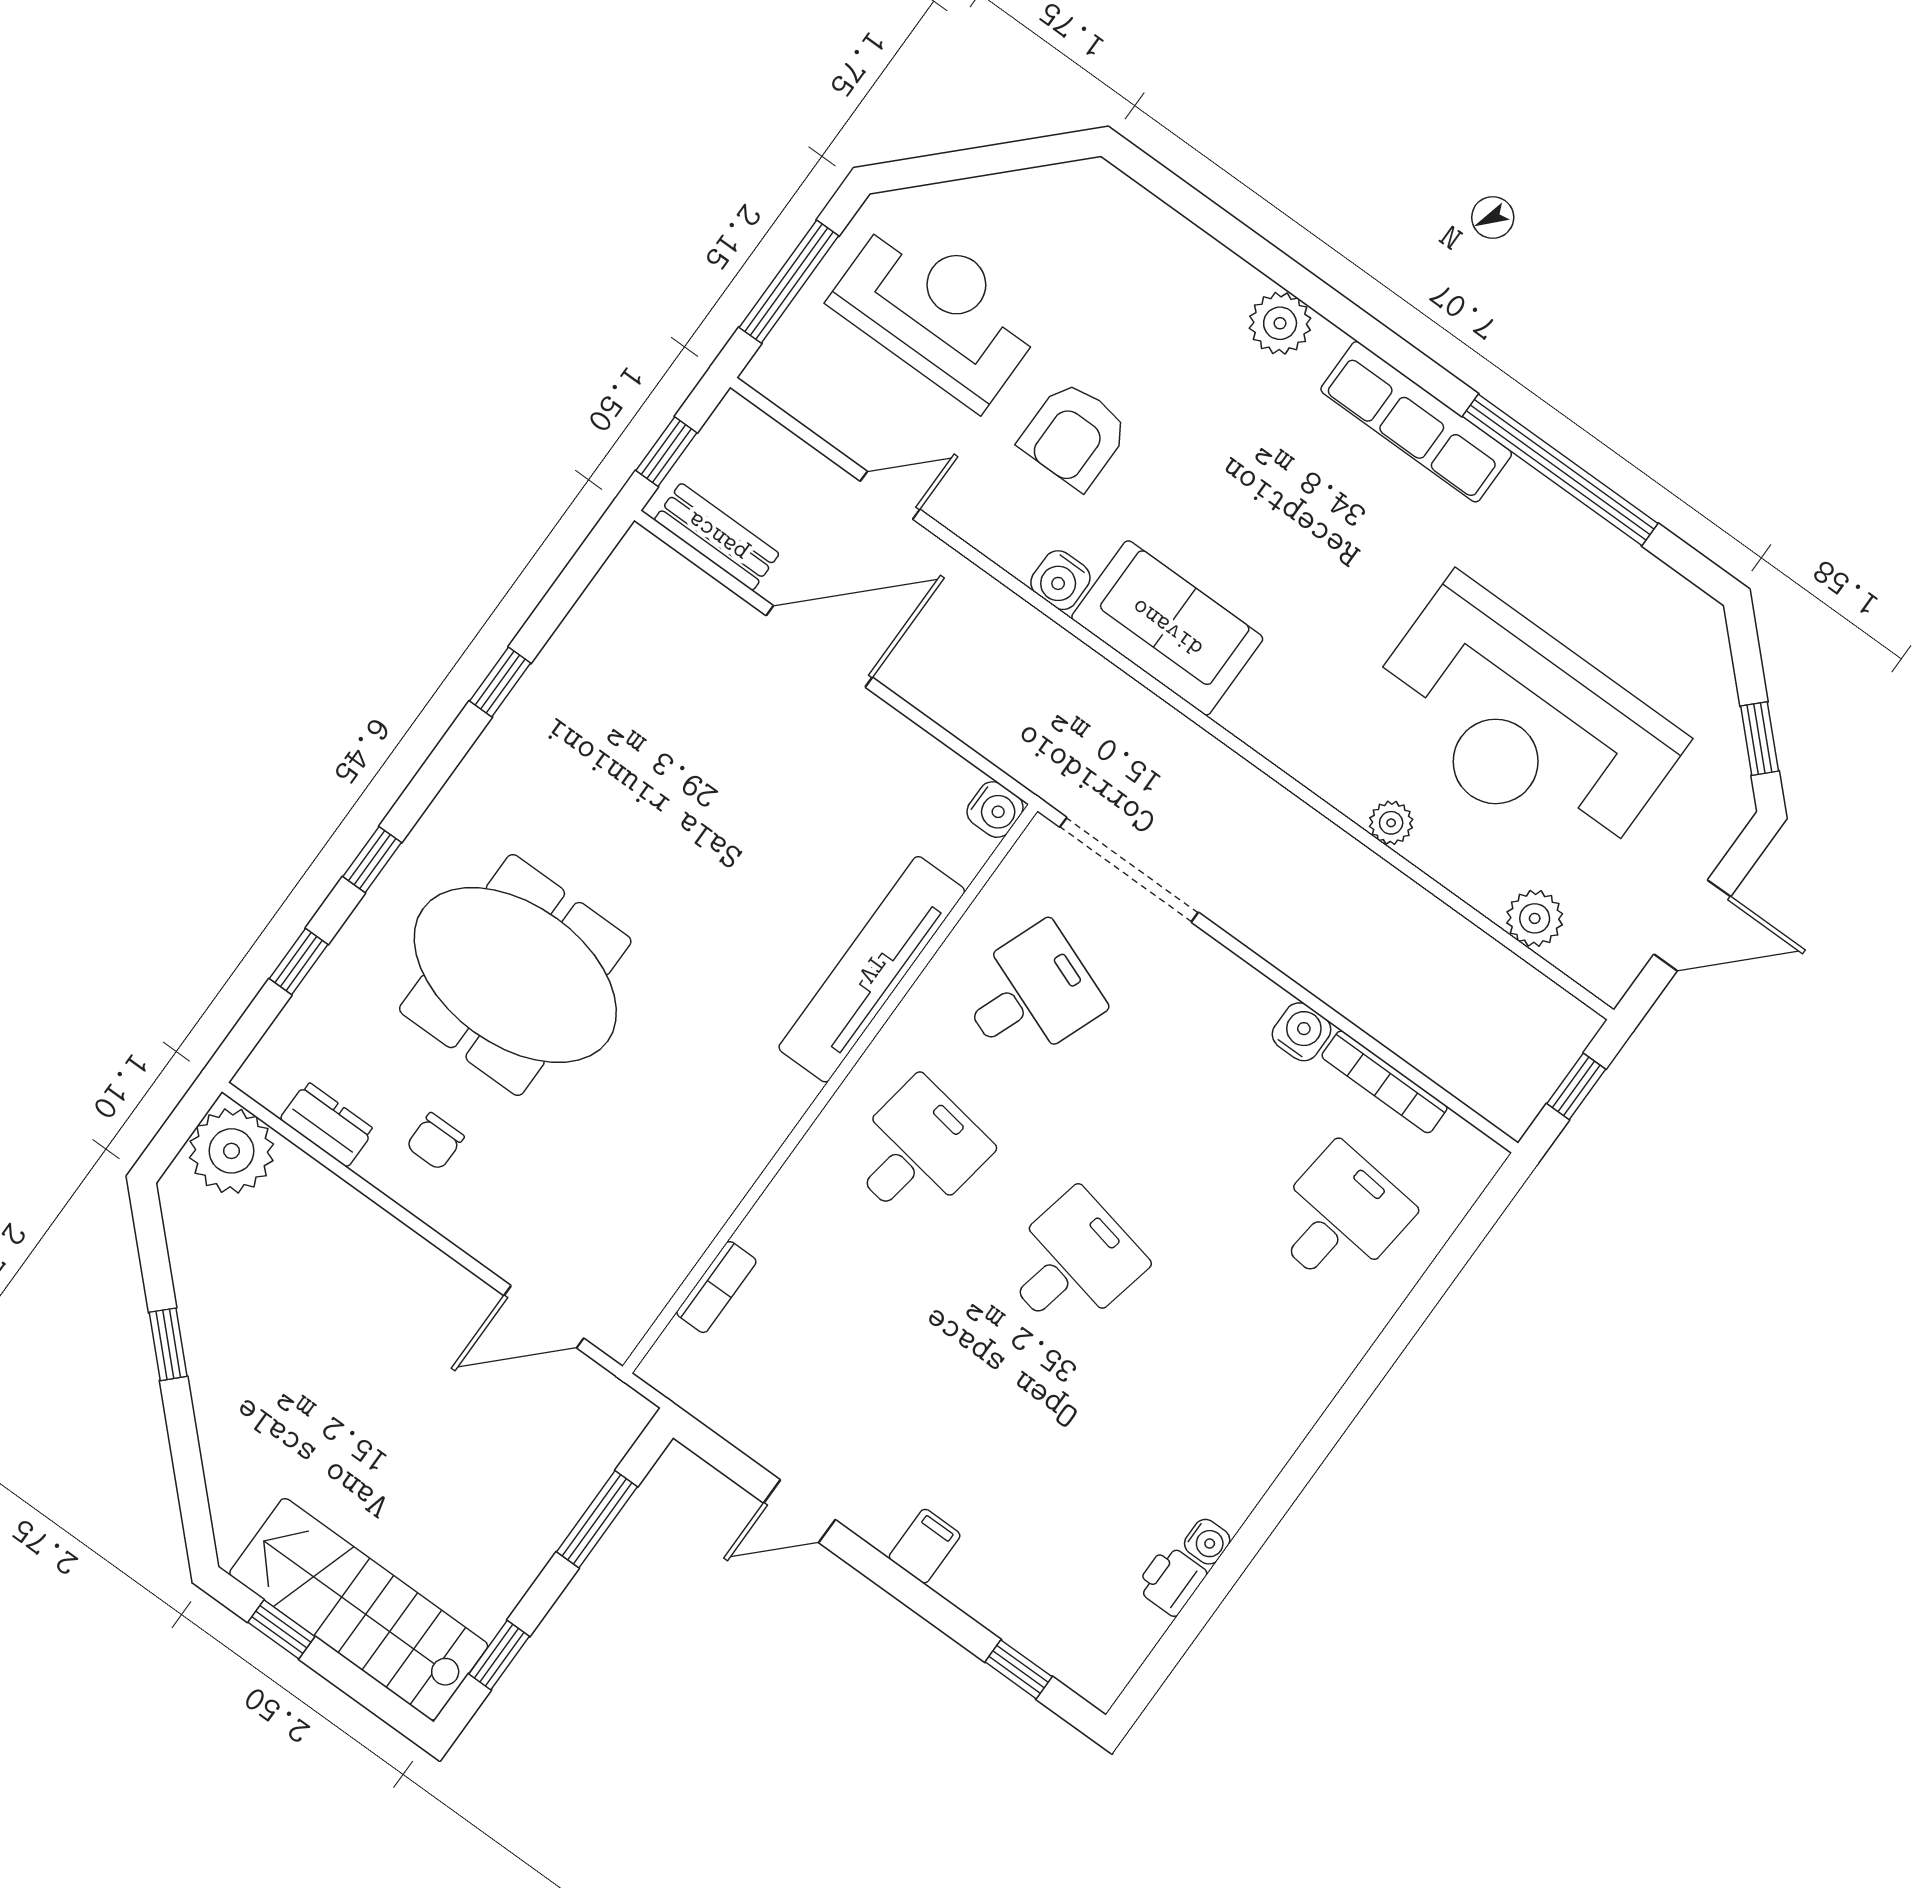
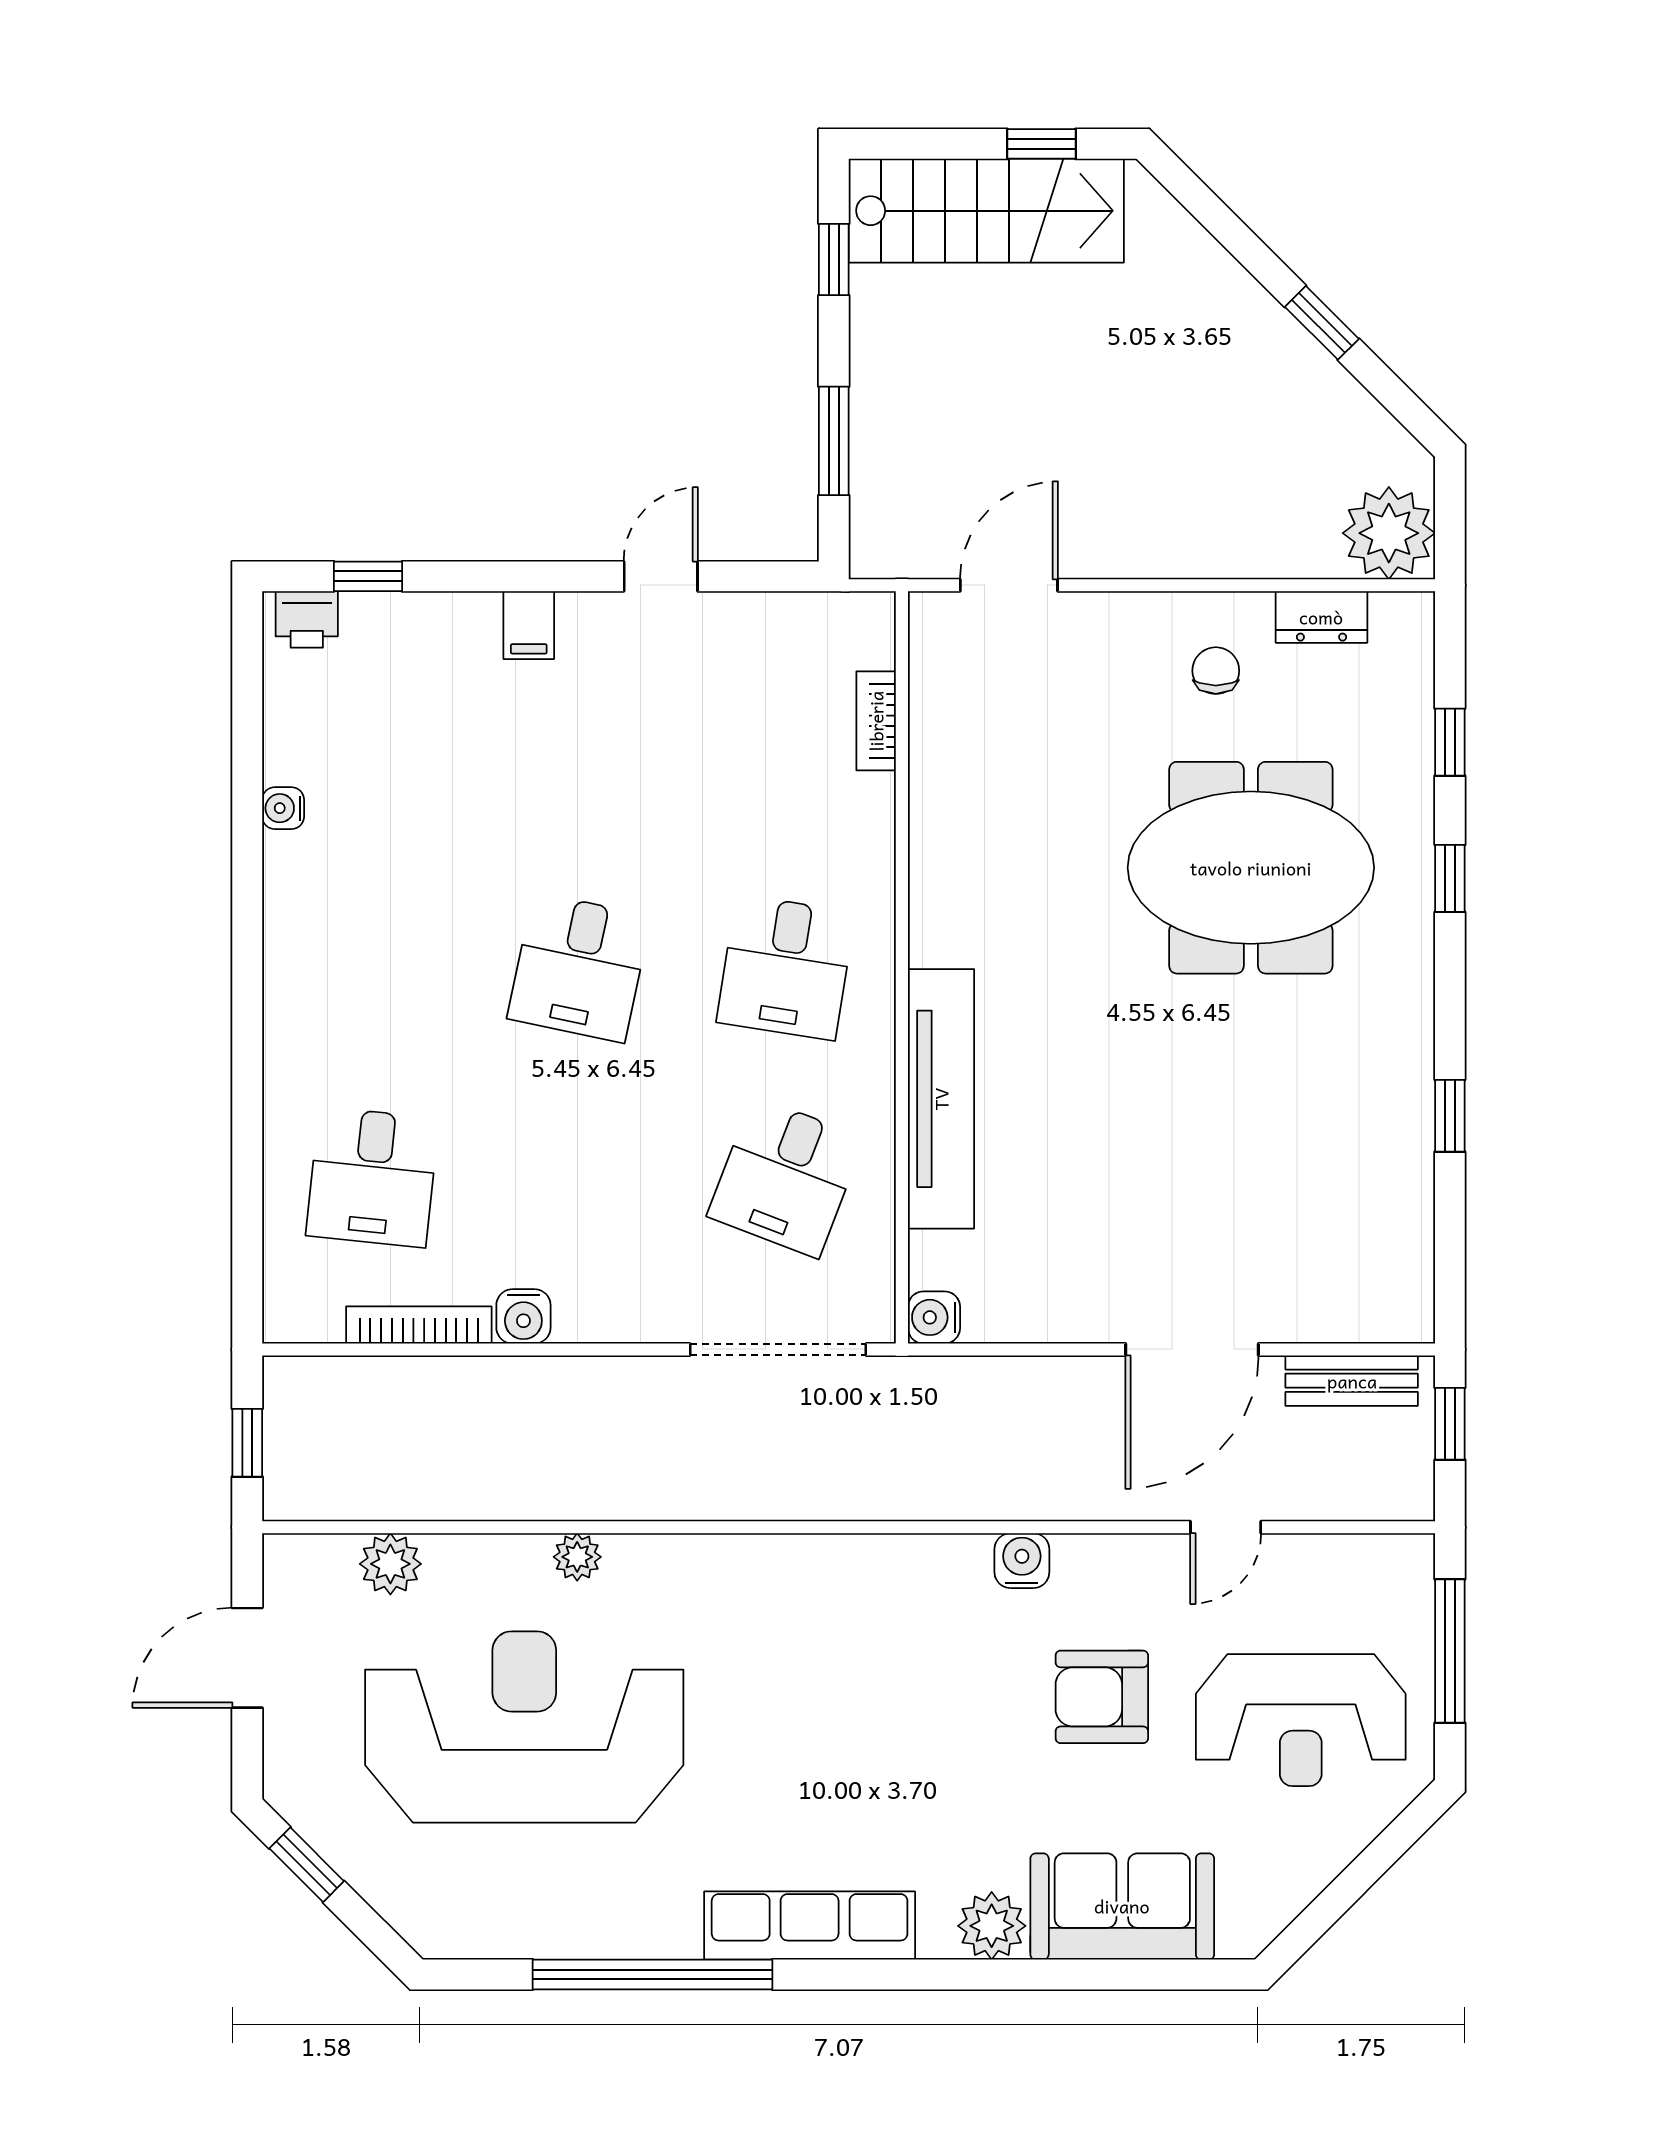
armchair: (1074, 435) -> (1102, 1697), turned -90
sofa: (1167, 628) -> (1122, 1906), moved, turned 180
printer: (1171, 1580) -> (307, 619), moved, turned 90

